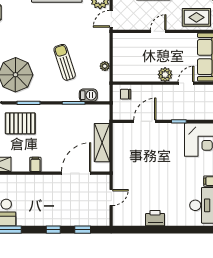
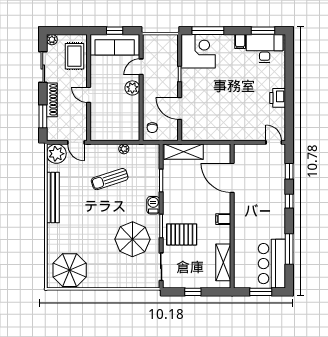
sun lounger: (65, 62) -> (110, 179), moved
door: (186, 83) -> (141, 67), hinge flipped
barbecue: (88, 95) -> (153, 205), moved
pallet: (20, 123) -> (182, 234), turned 90
shelving: (102, 143) -> (184, 152), moved
door: (111, 198) -> (274, 142), moved

